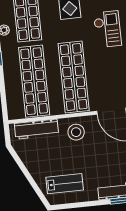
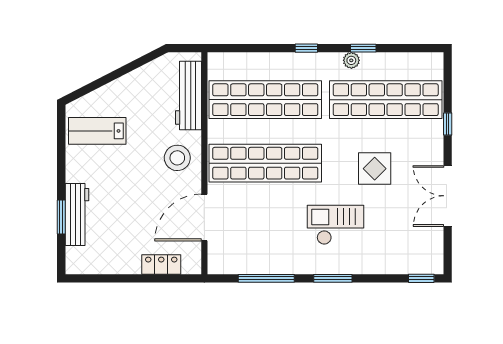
checkout: (107, 29) -> (335, 225), turned 180
lab bench: (65, 184) -> (97, 131), turned 90

